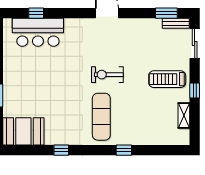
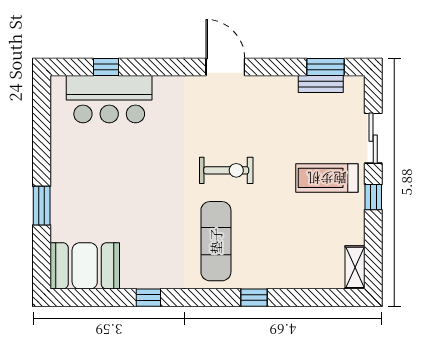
bench: (176, 23) -> (321, 84), moved
sliding door: (195, 43) -> (373, 138), moved
exercise bike: (107, 75) -> (226, 170), turned 180
shelving: (184, 116) -> (355, 267), moved

